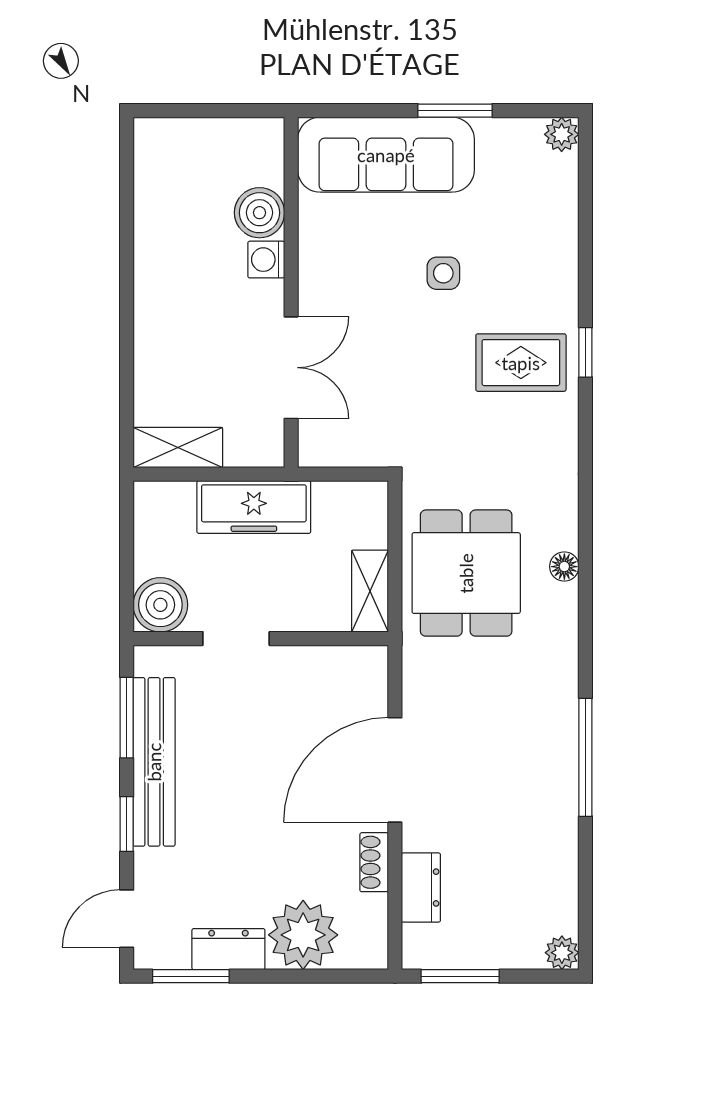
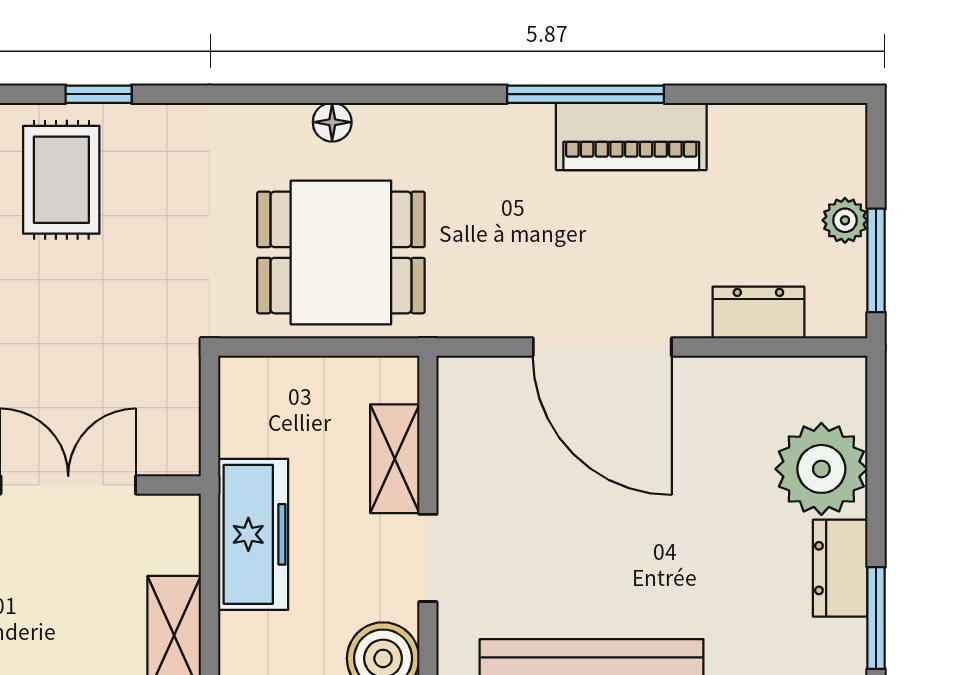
window: (585, 352) -> (99, 94), moved
shelving: (370, 591) -> (395, 459), moved, turned 90
piano: (554, 792) -> (631, 136), added
shoe rack: (374, 862) -> (725, 375), removed
plant: (562, 953) -> (845, 220), moved

